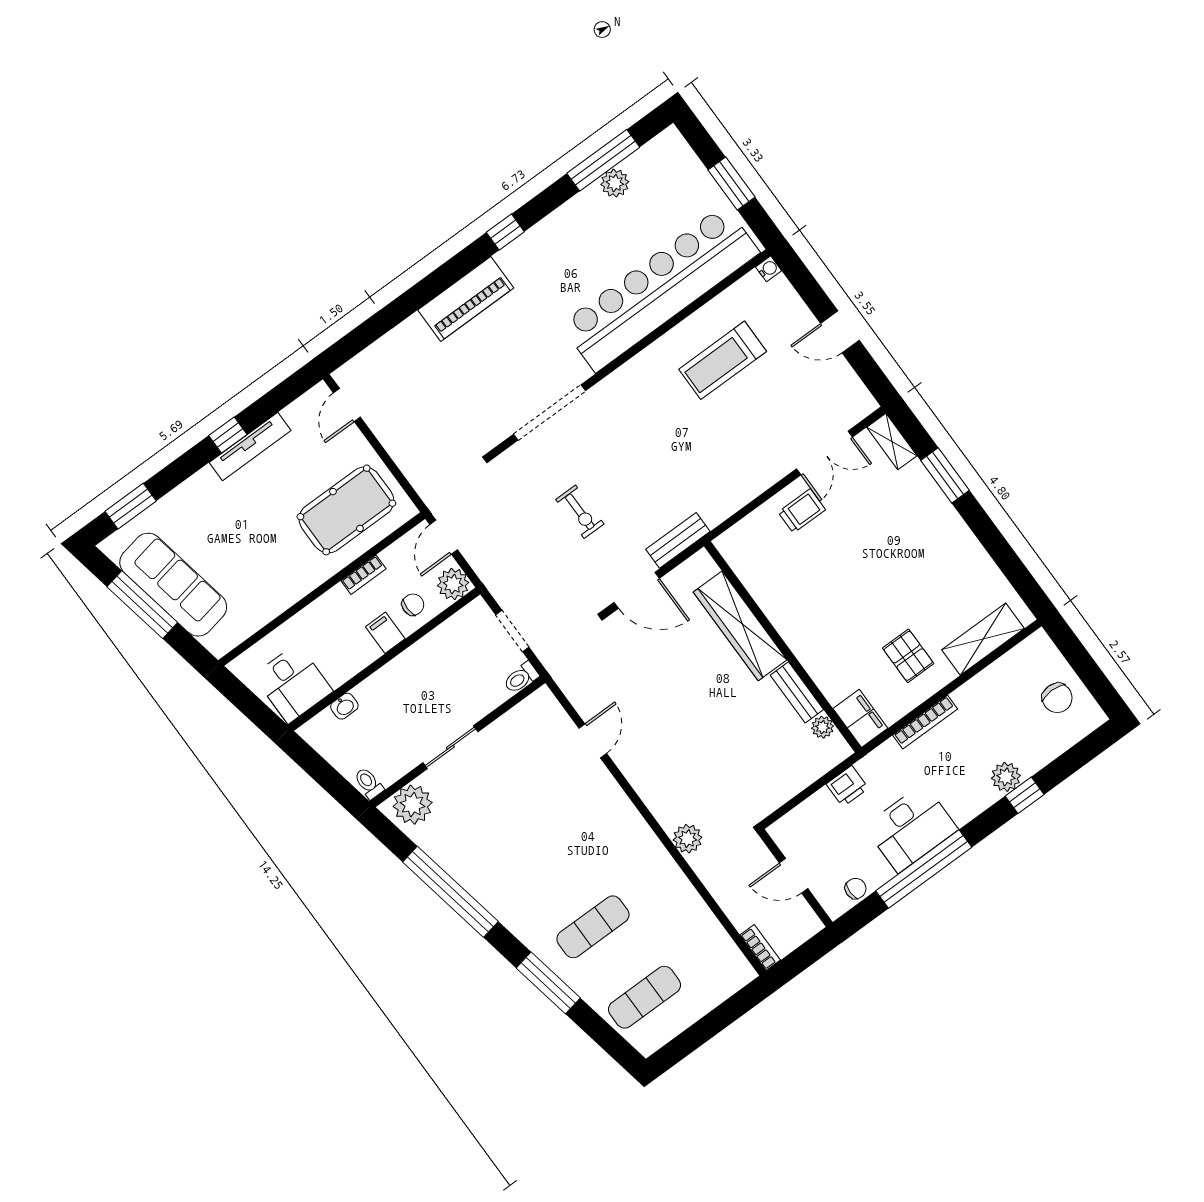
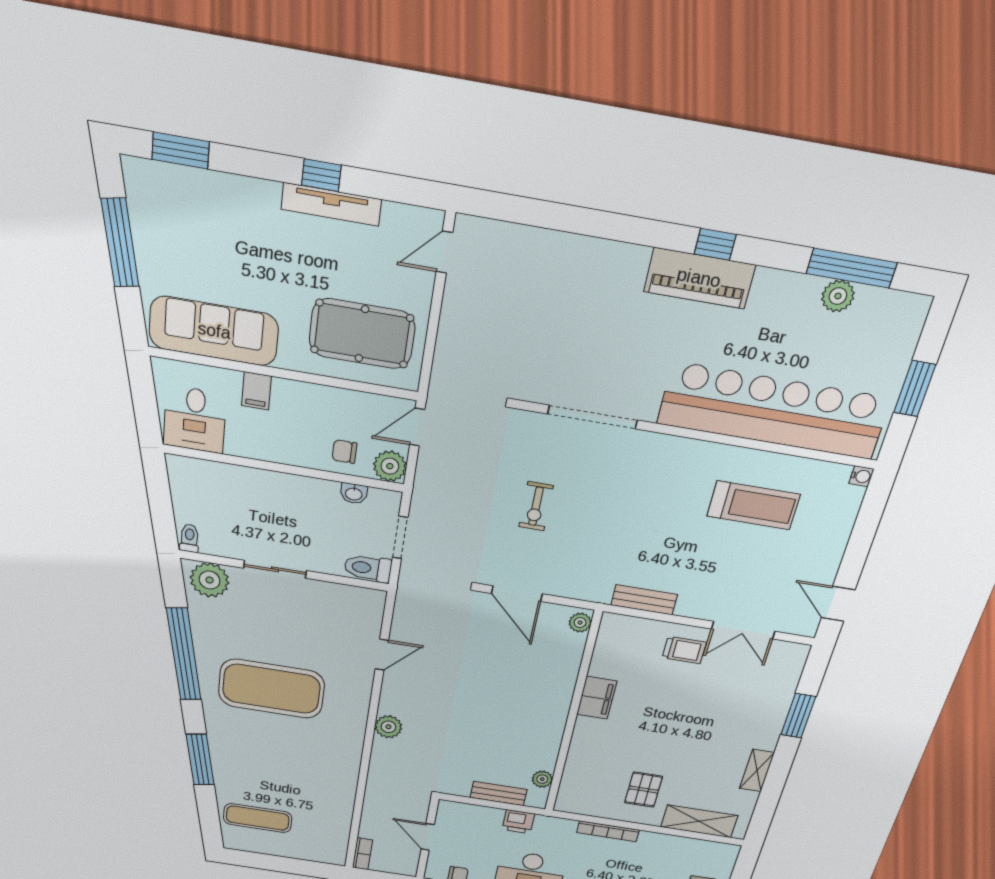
piano: (466, 299) -> (699, 278), moved
door: (840, 332) -> (838, 604), moved
treadmill: (723, 360) -> (753, 505), turned 180
shelving: (892, 442) -> (757, 771), moved
bench: (678, 540) -> (644, 600), moved
plant: (705, 567) -> (580, 623), added
bookcase: (363, 575) -> (327, 394), removed
sofa: (173, 585) -> (214, 331), moved, turned -79
chair: (413, 605) -> (344, 452), turned 180
wardrobe: (740, 626) -> (560, 678), removed
filing cabinet: (385, 633) -> (256, 391), moved, turned 180
toilet: (521, 678) -> (368, 568), width x1.37, depth x1.39
bench: (797, 692) -> (499, 794), moved, turned 90
washbasin: (344, 706) -> (354, 494), moved
filing cabinet: (860, 718) -> (597, 698), moved
plant: (688, 839) -> (388, 727), moved
exercise mat: (593, 927) -> (271, 689), moved, width x2.00, depth x1.45

